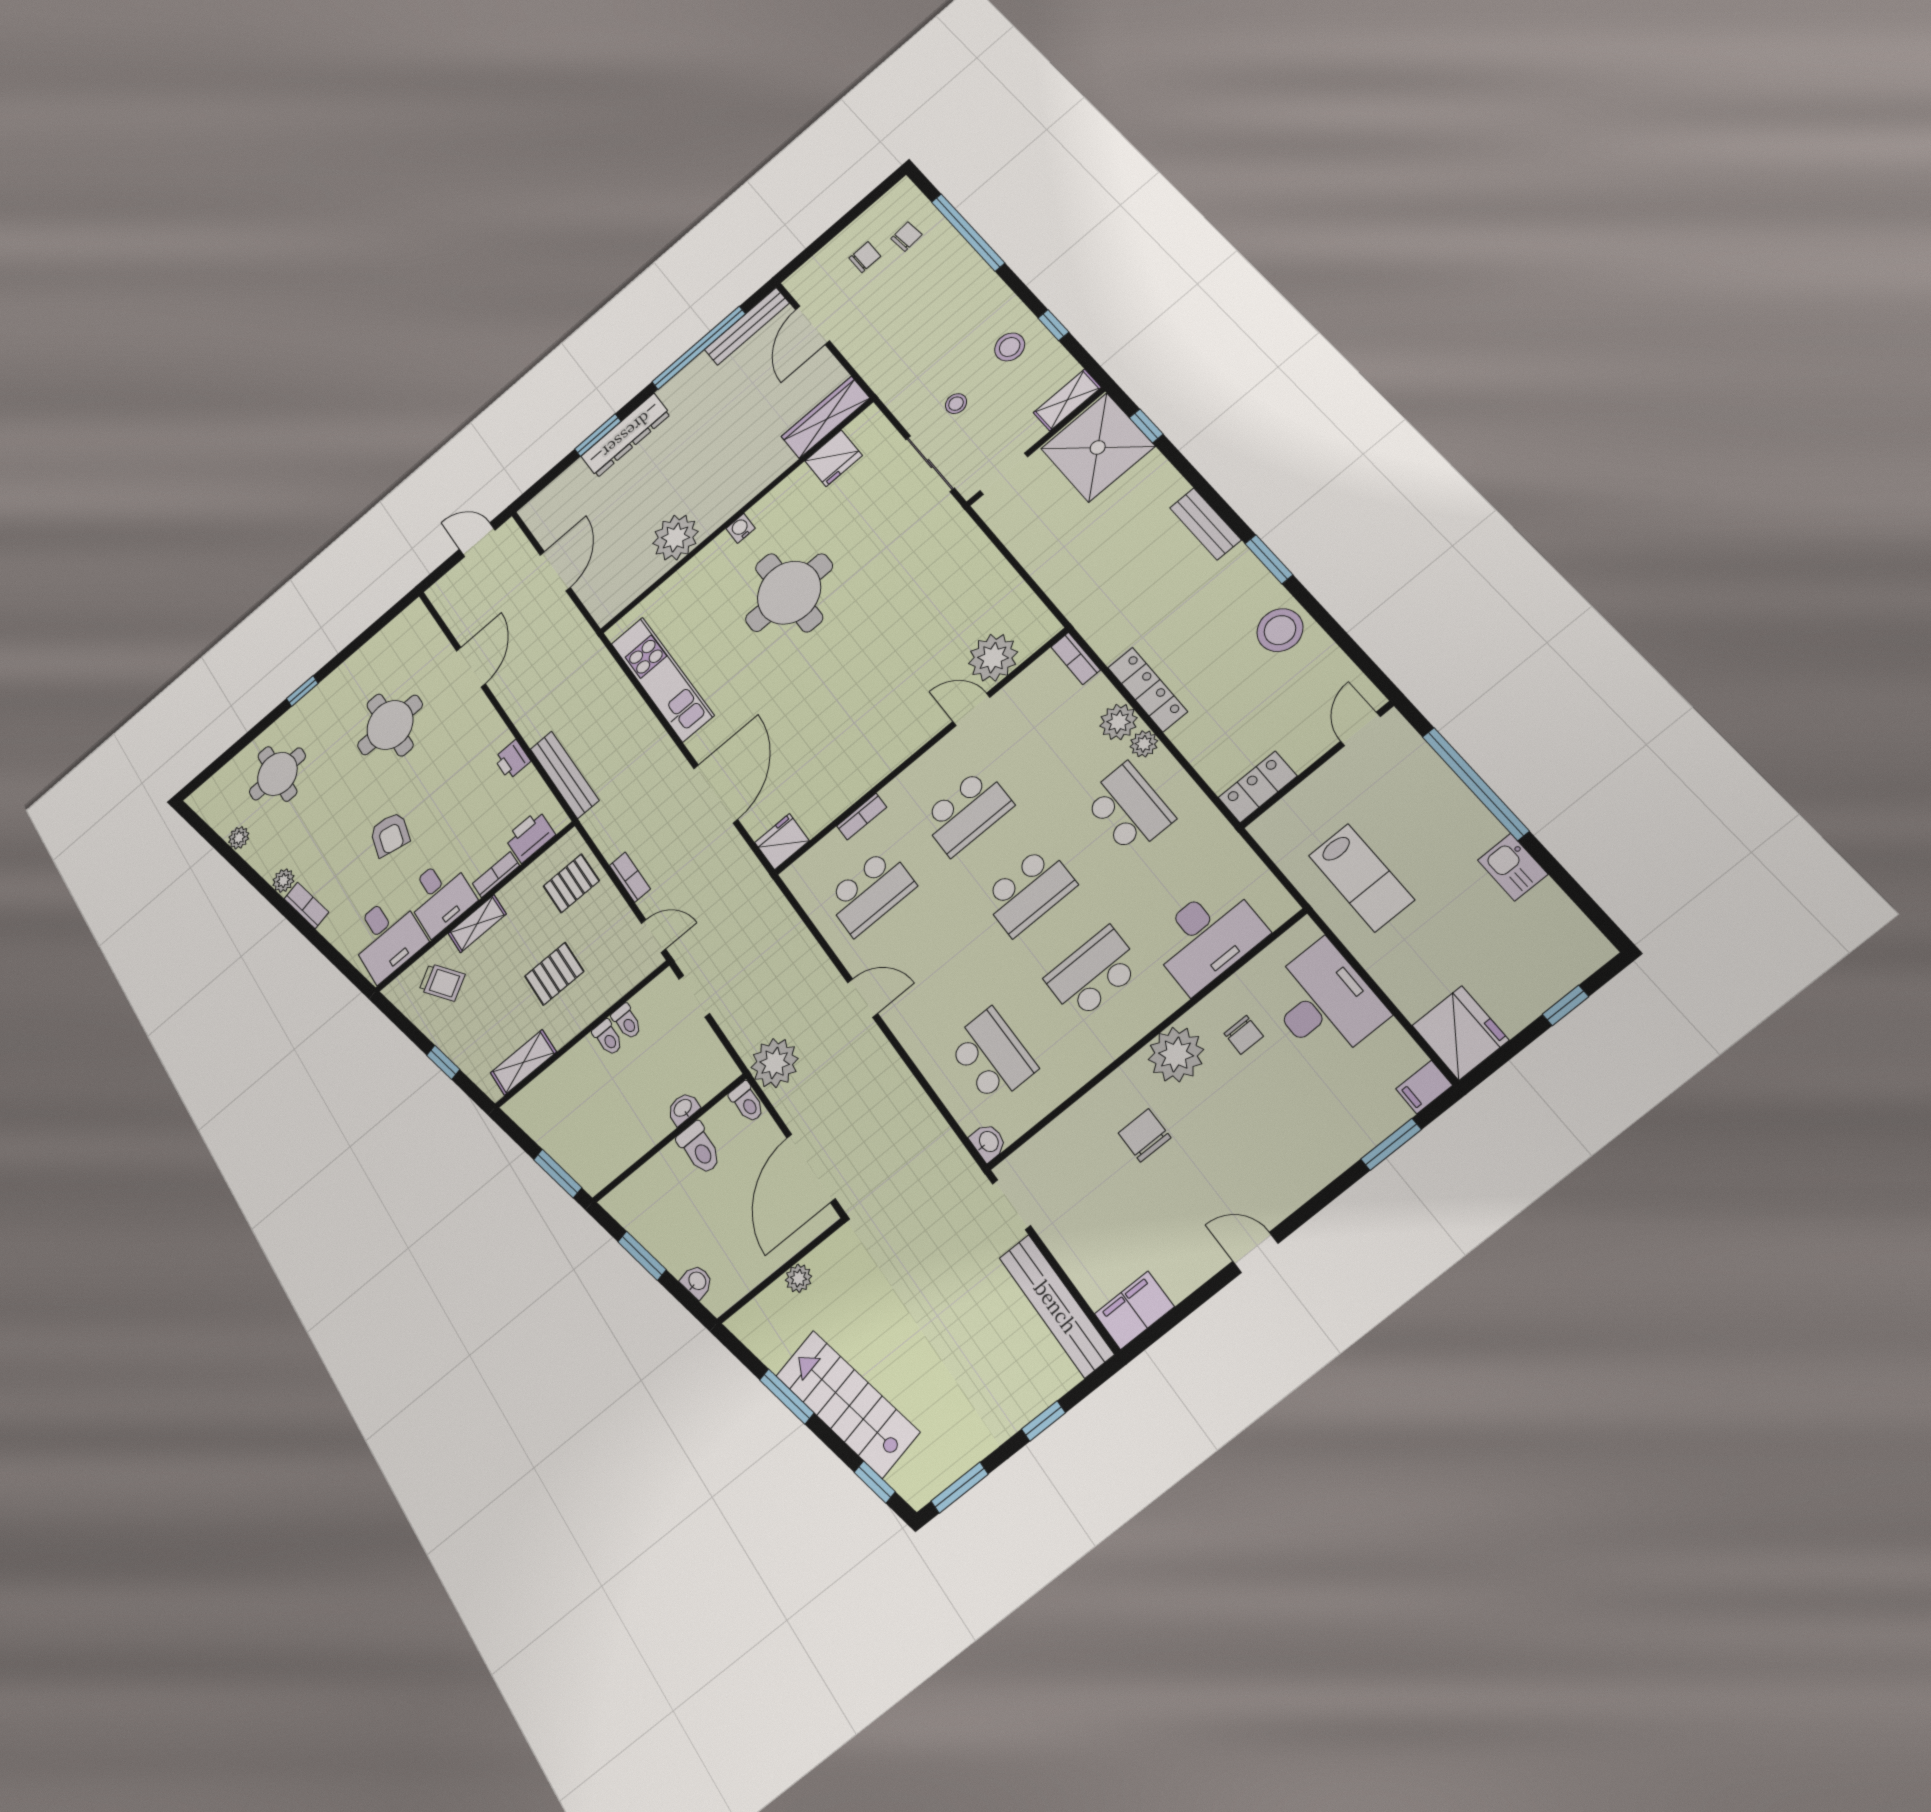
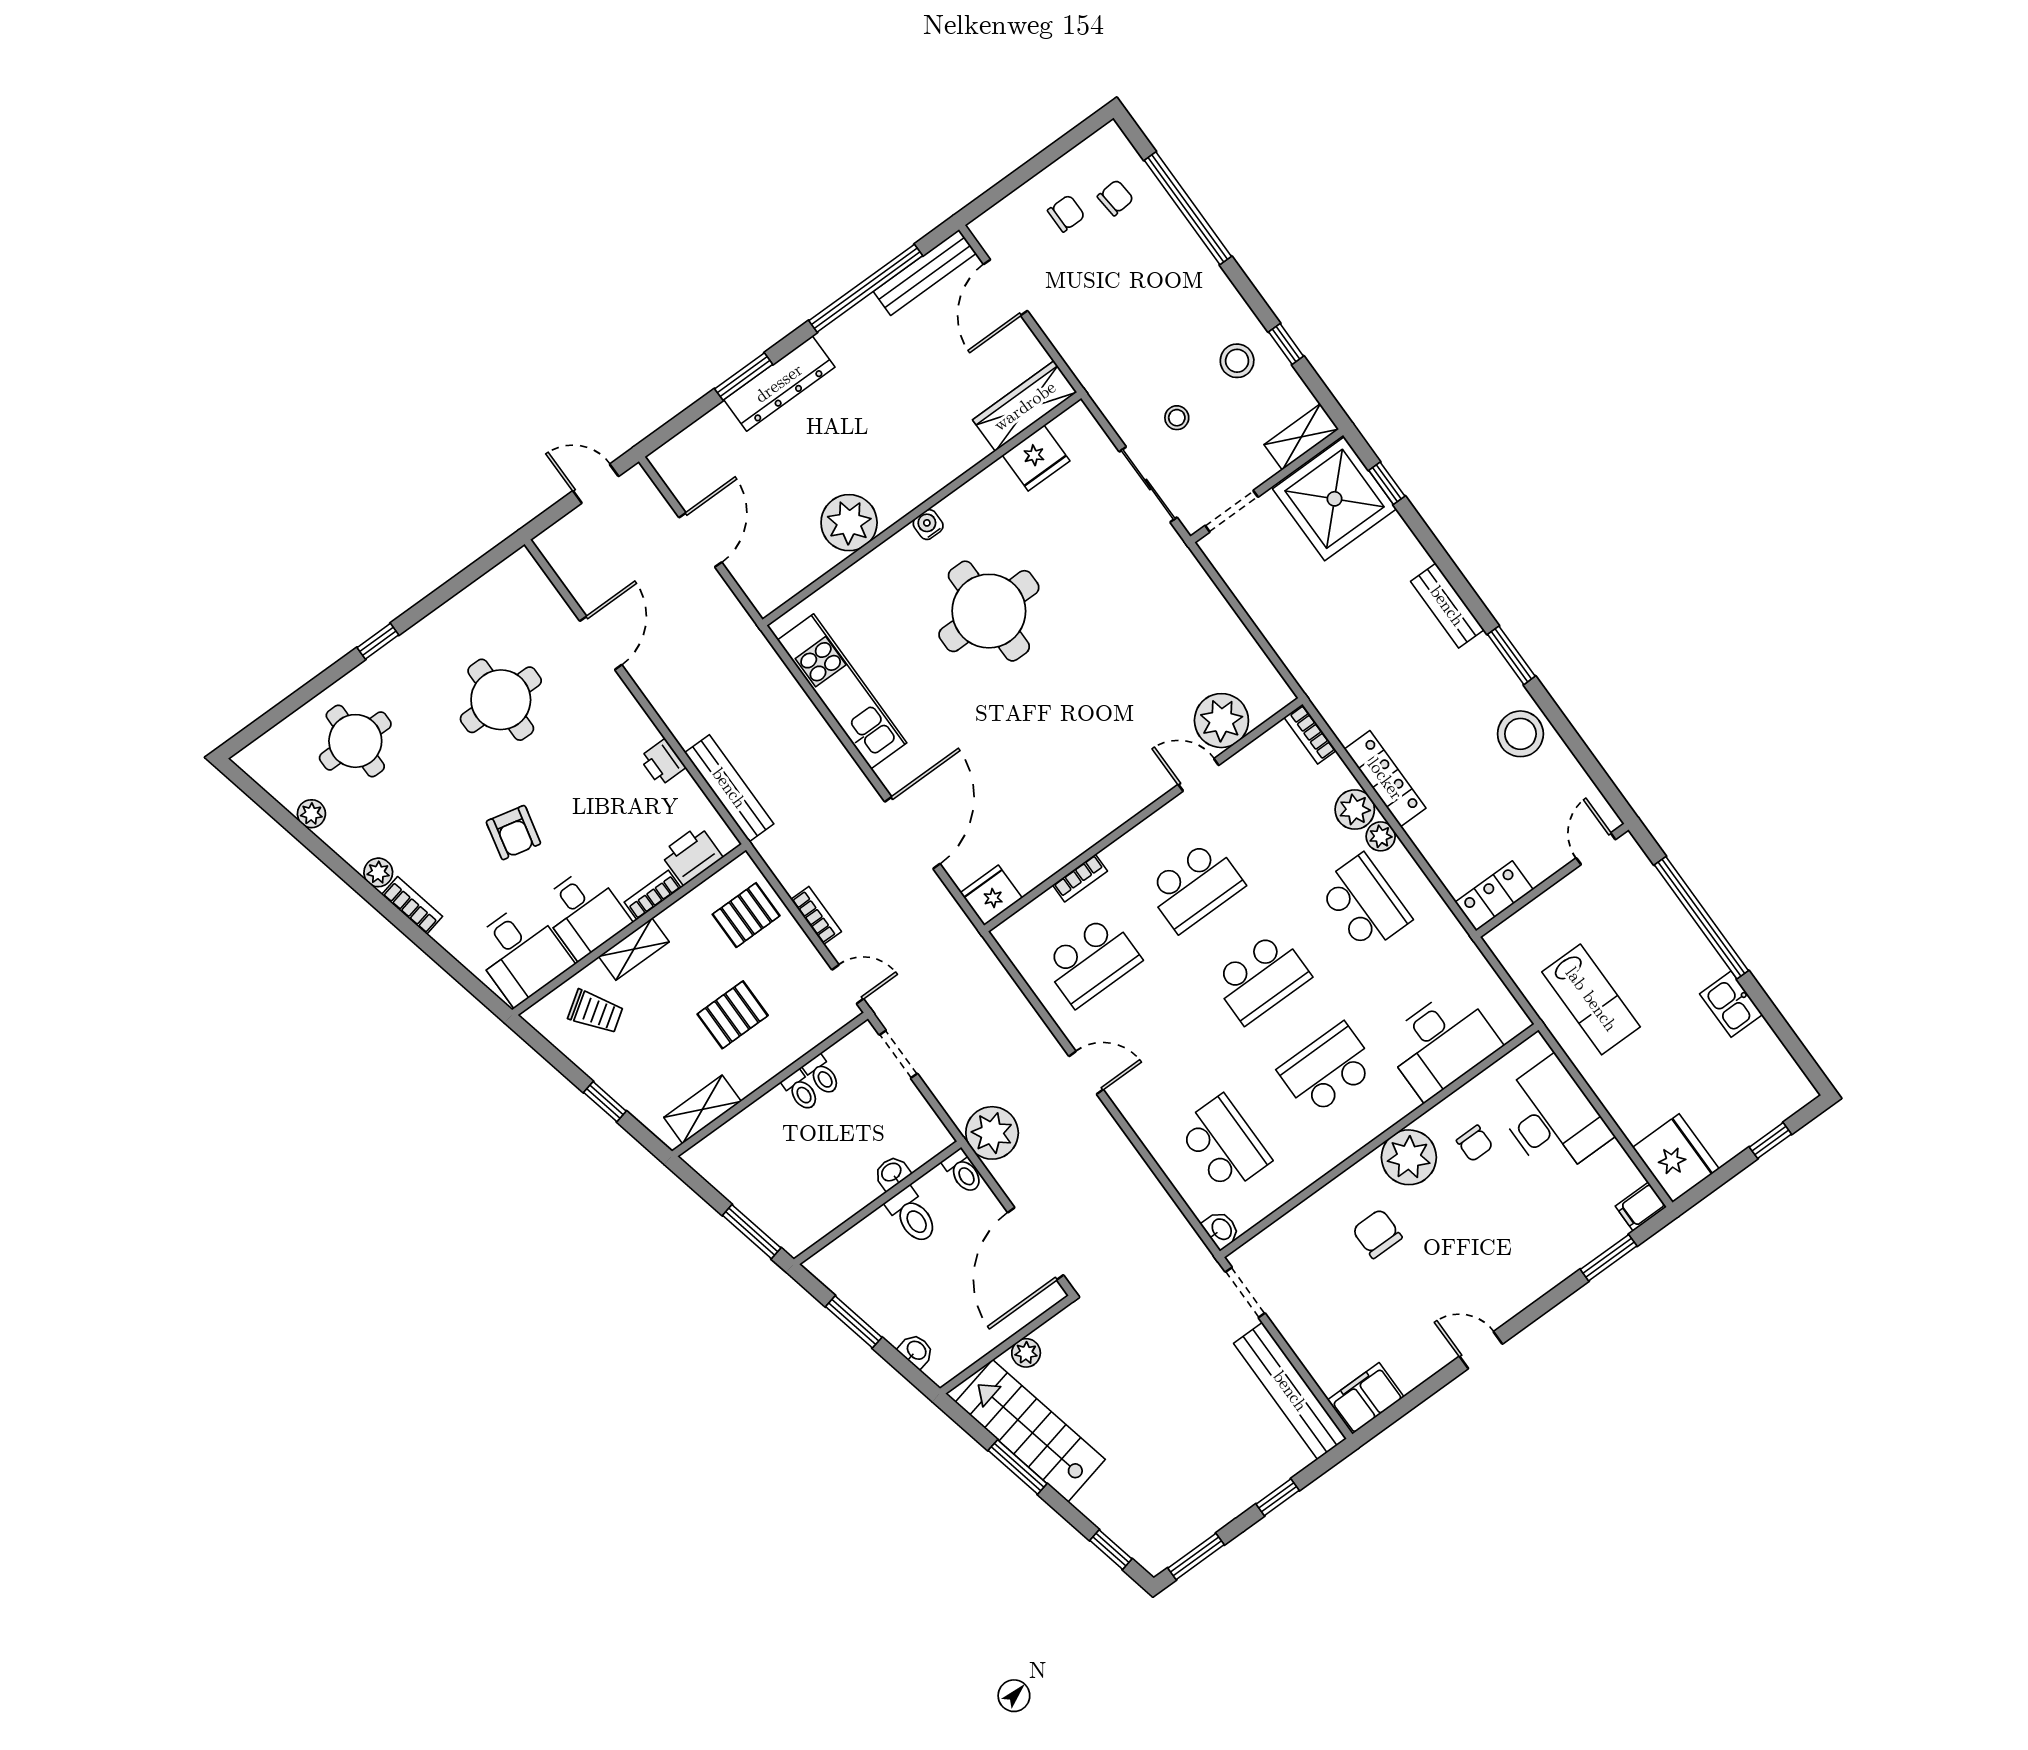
stairs: (847, 1404) -> (1030, 1431), moved

